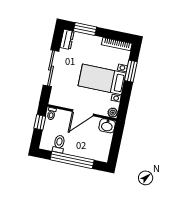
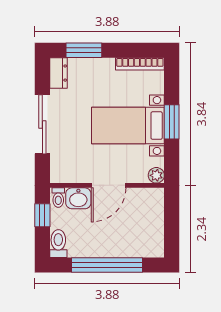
window: (131, 71) -> (172, 122), moved
washbasin: (107, 126) -> (78, 198), moved
toilet: (59, 144) -> (58, 244), moved

